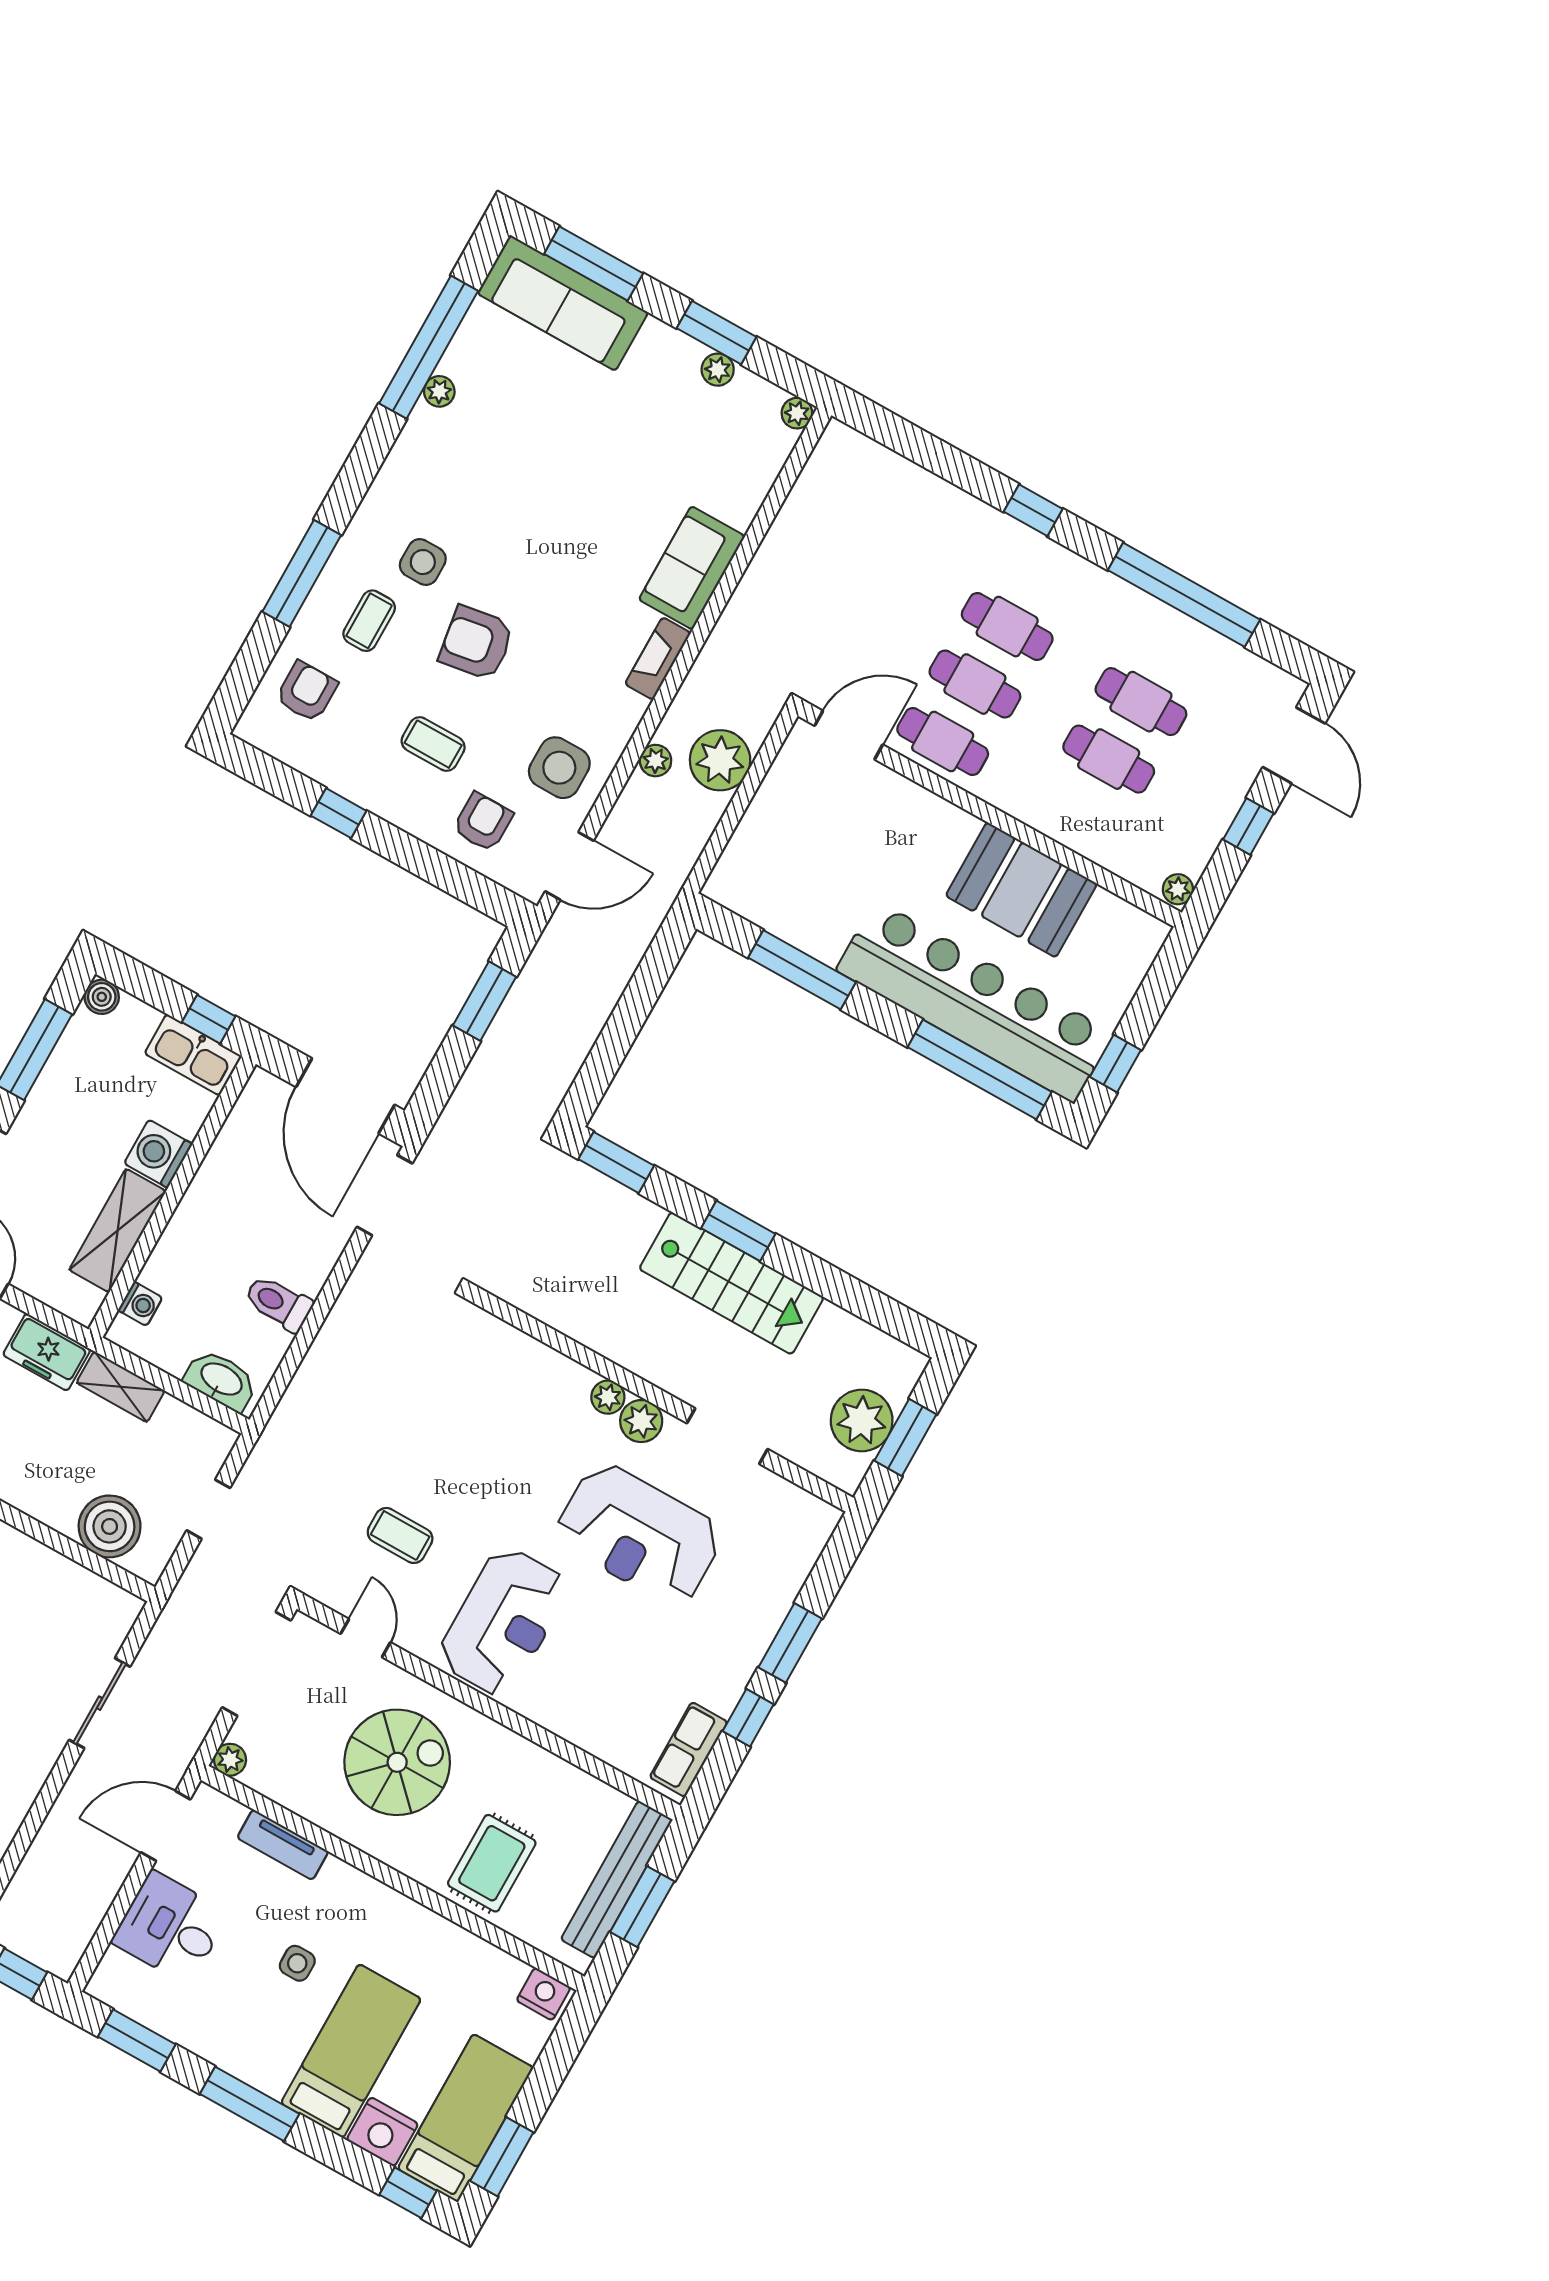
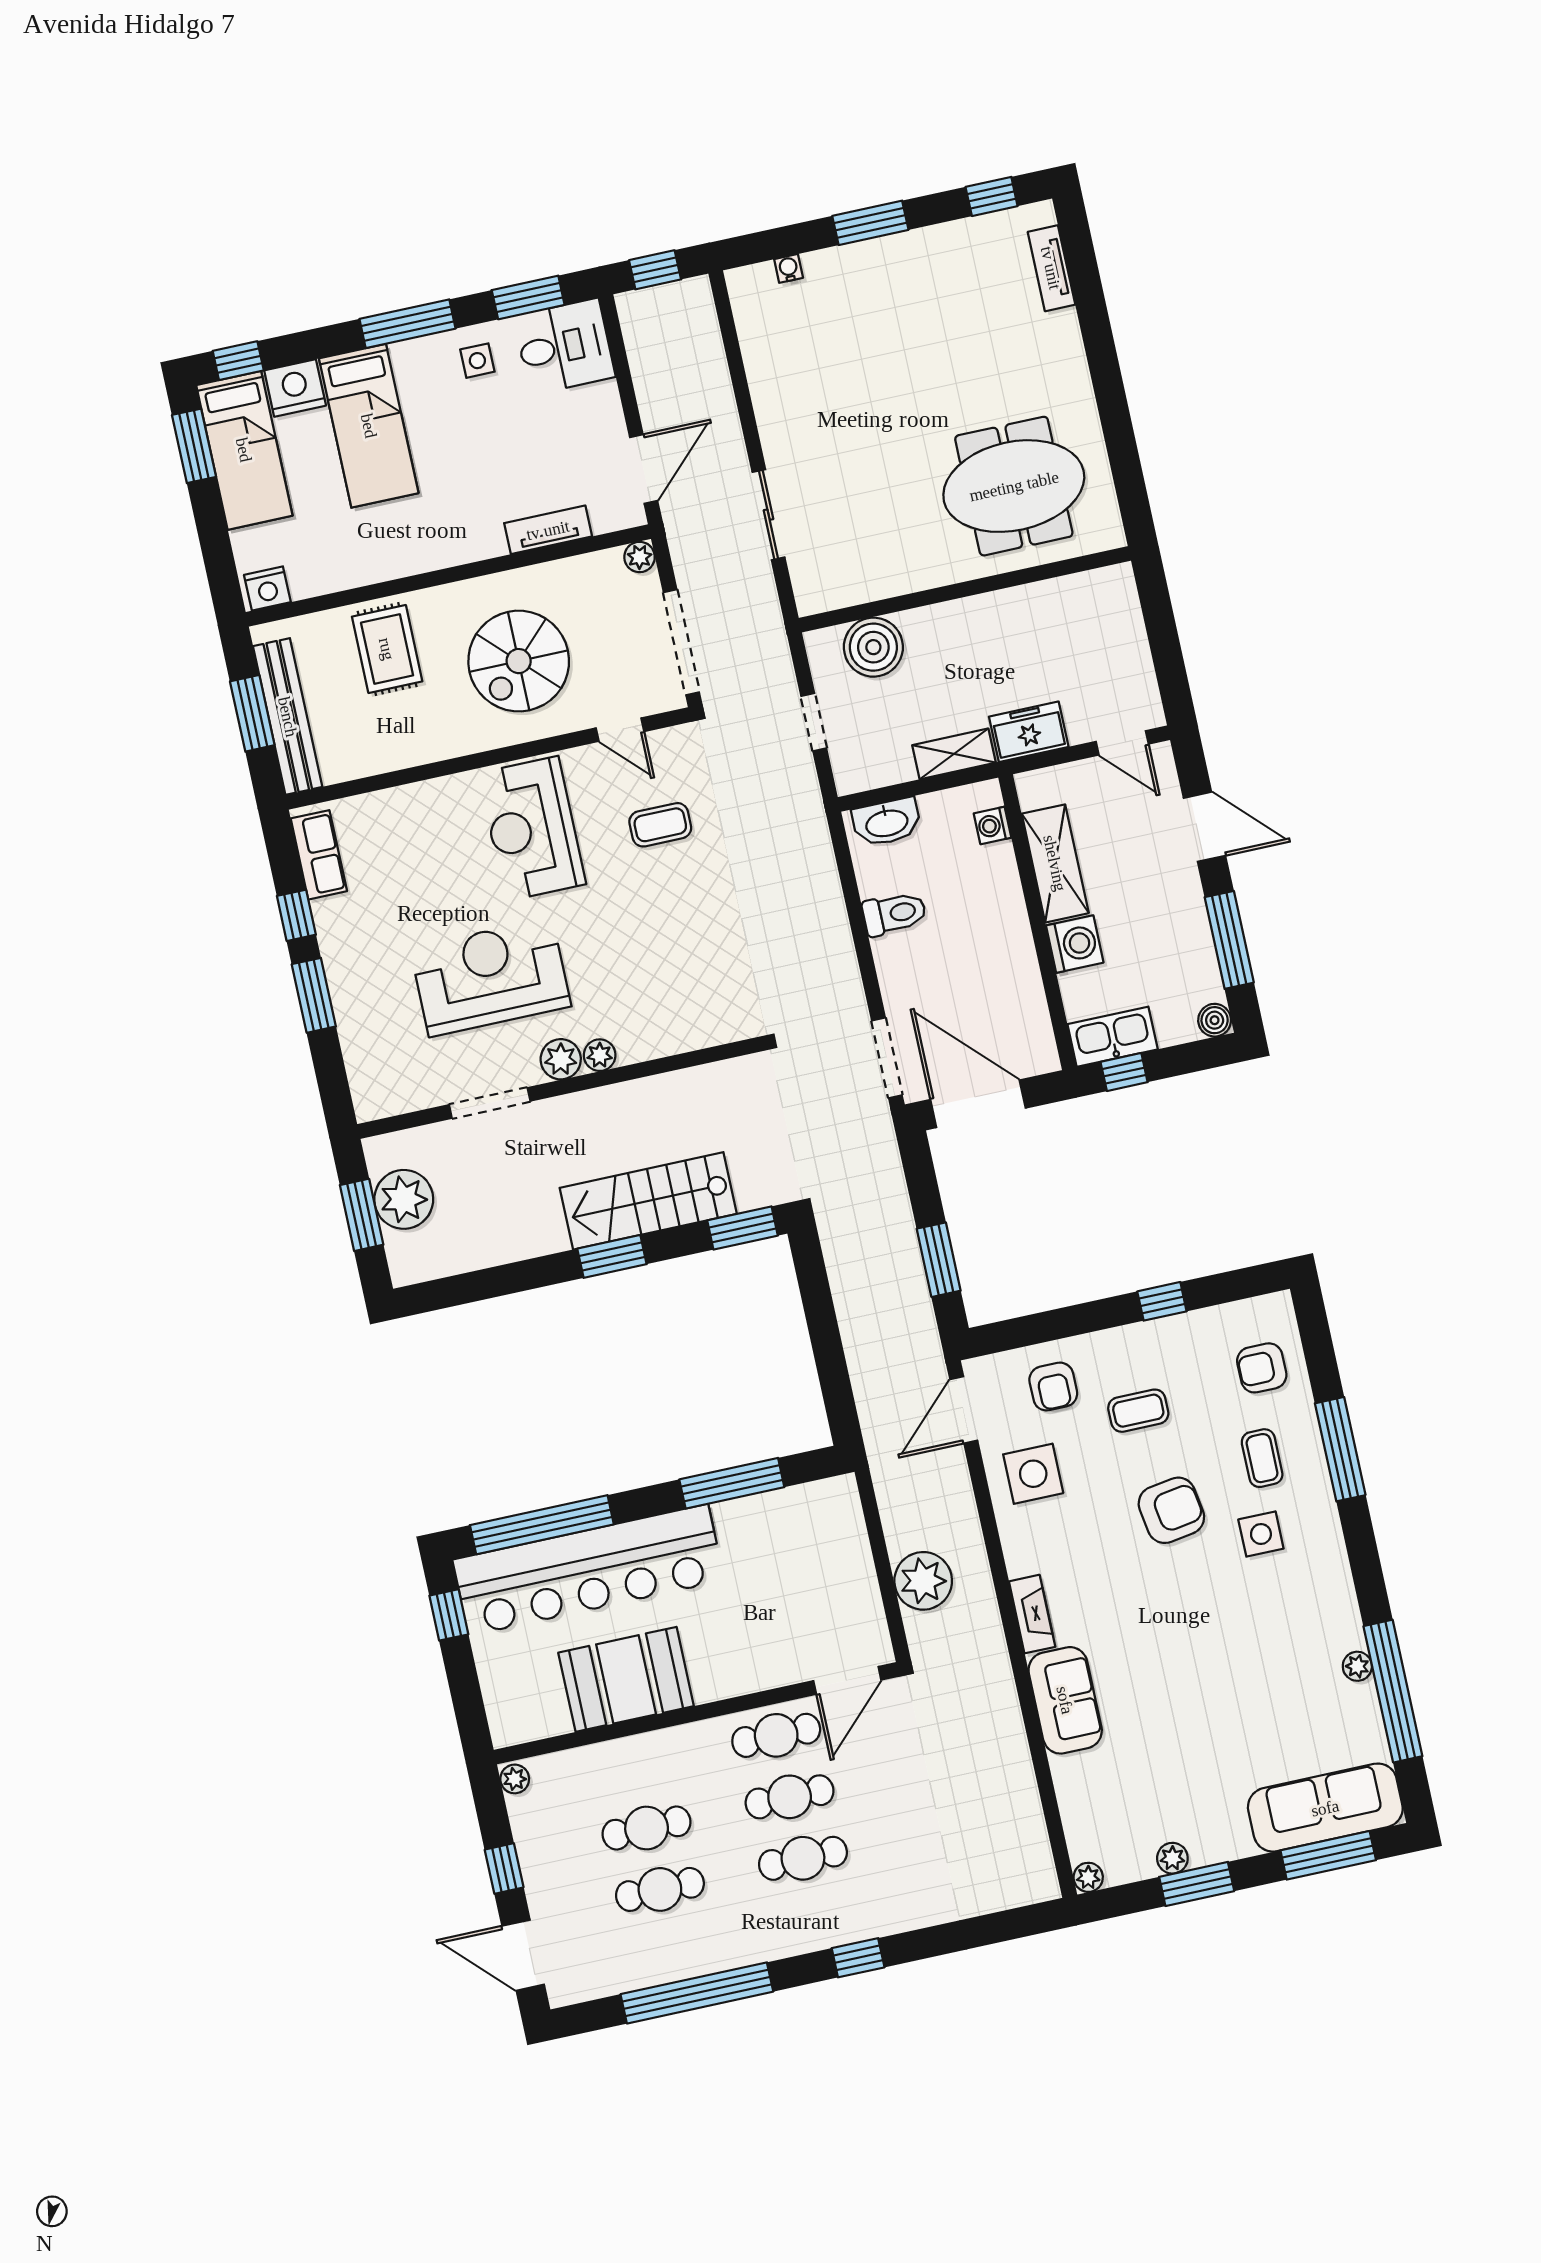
armchair: (307, 692) -> (1262, 1368), turned 90
plant: (656, 761) -> (969, 1540), removed
stairs: (731, 1283) -> (648, 1201), moved
desk: (170, 1928) -> (564, 347), moved
side table: (297, 1963) -> (477, 361), moved

